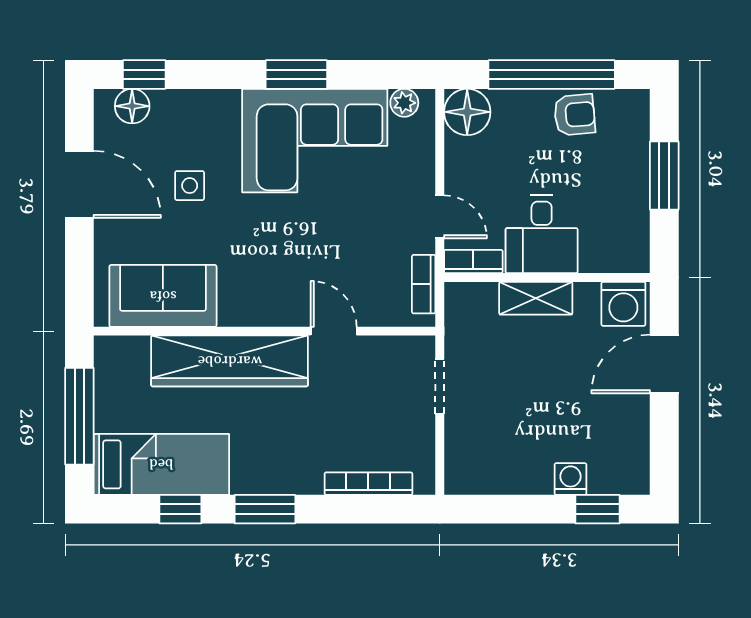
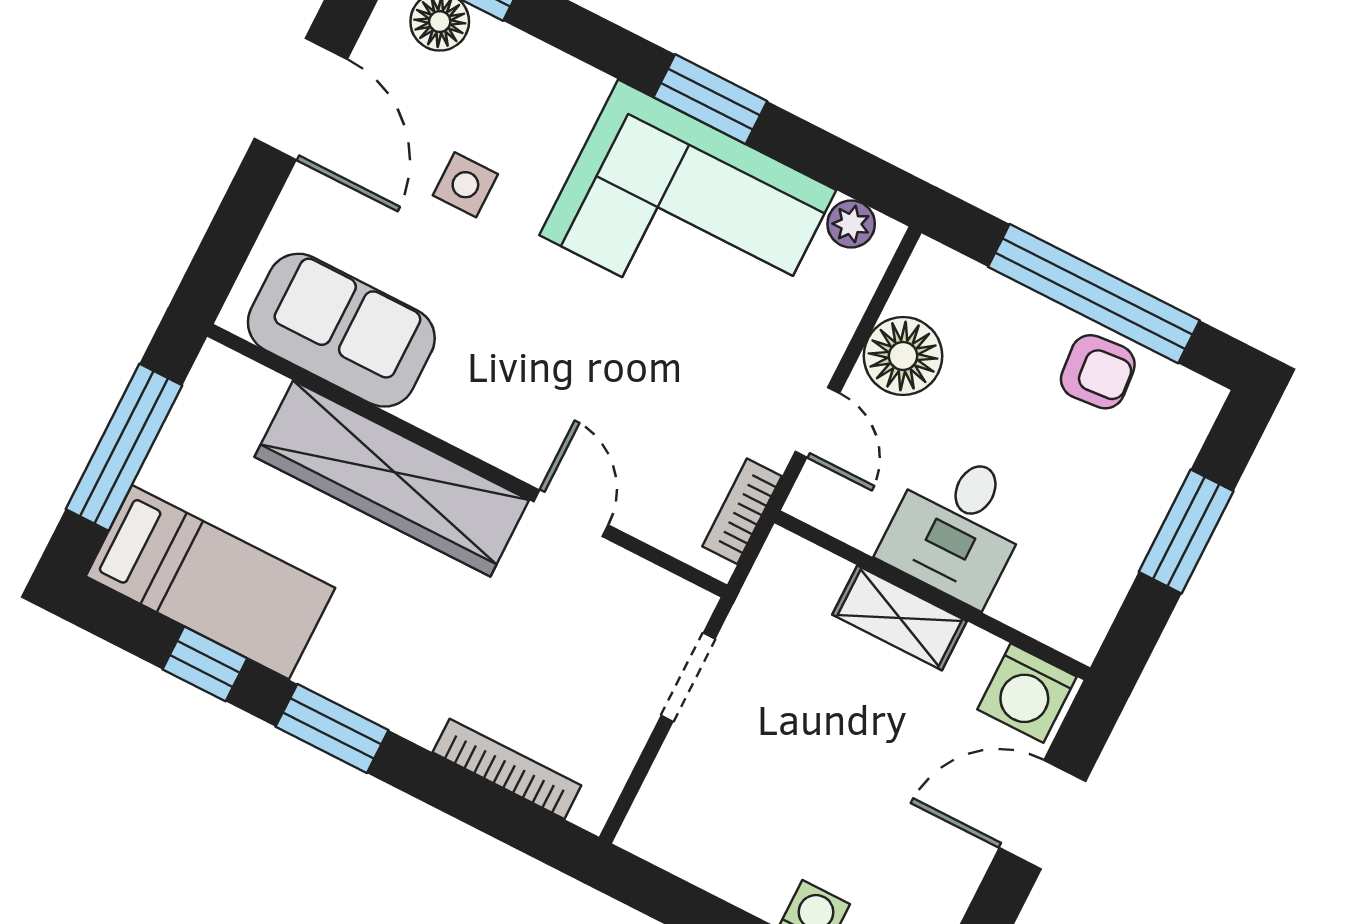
floor lamp: (467, 112) -> (903, 356), moved
bookcase: (473, 262) -> (834, 515), removed

